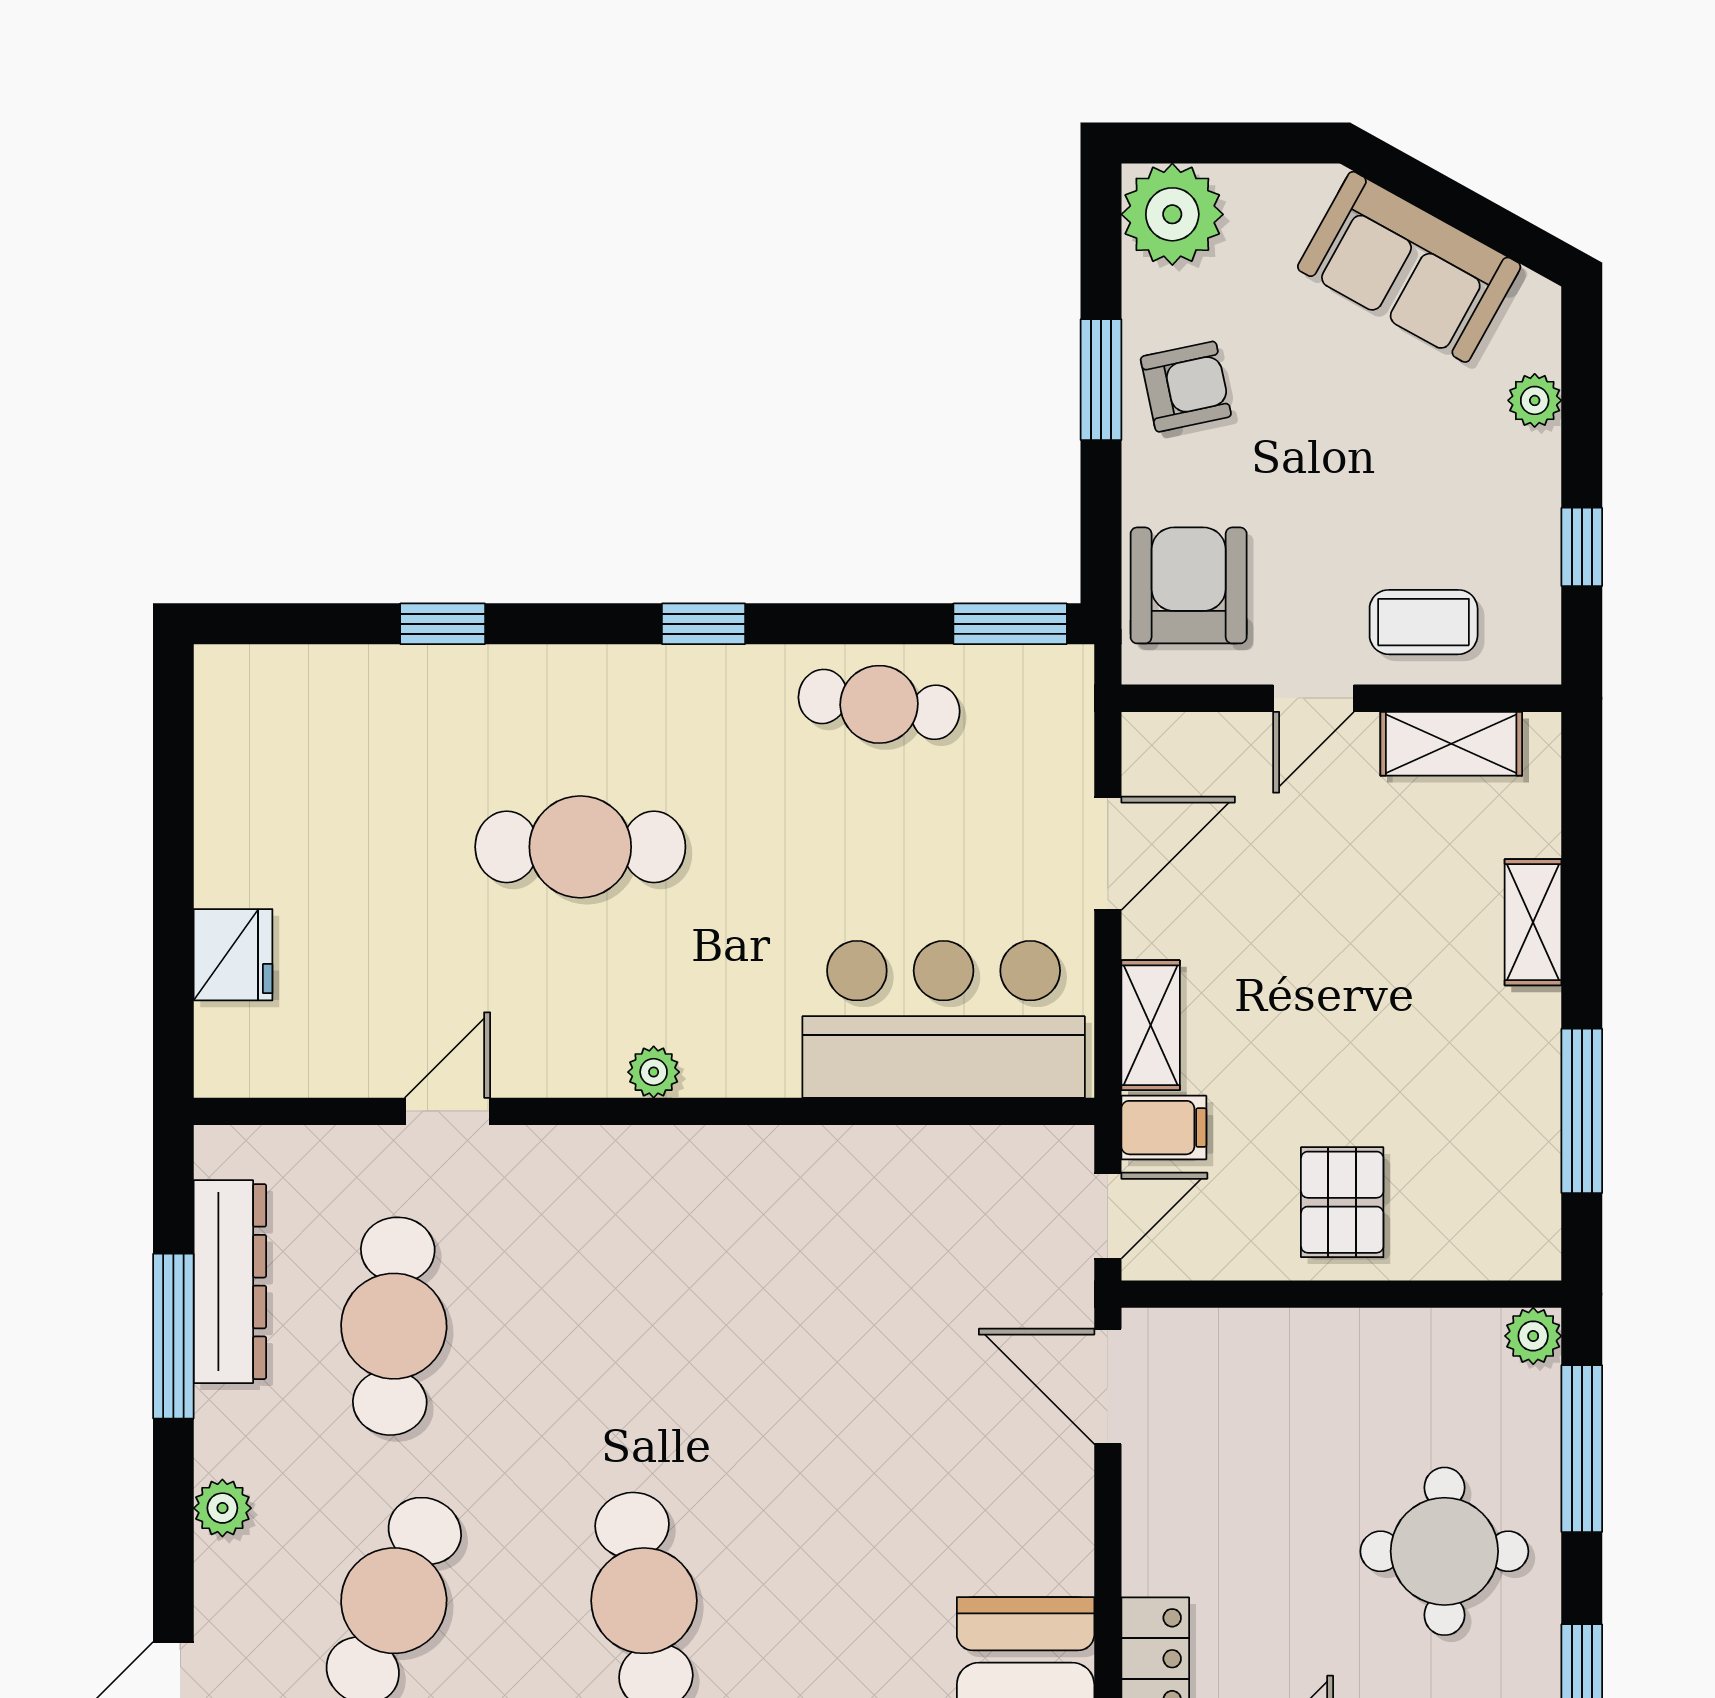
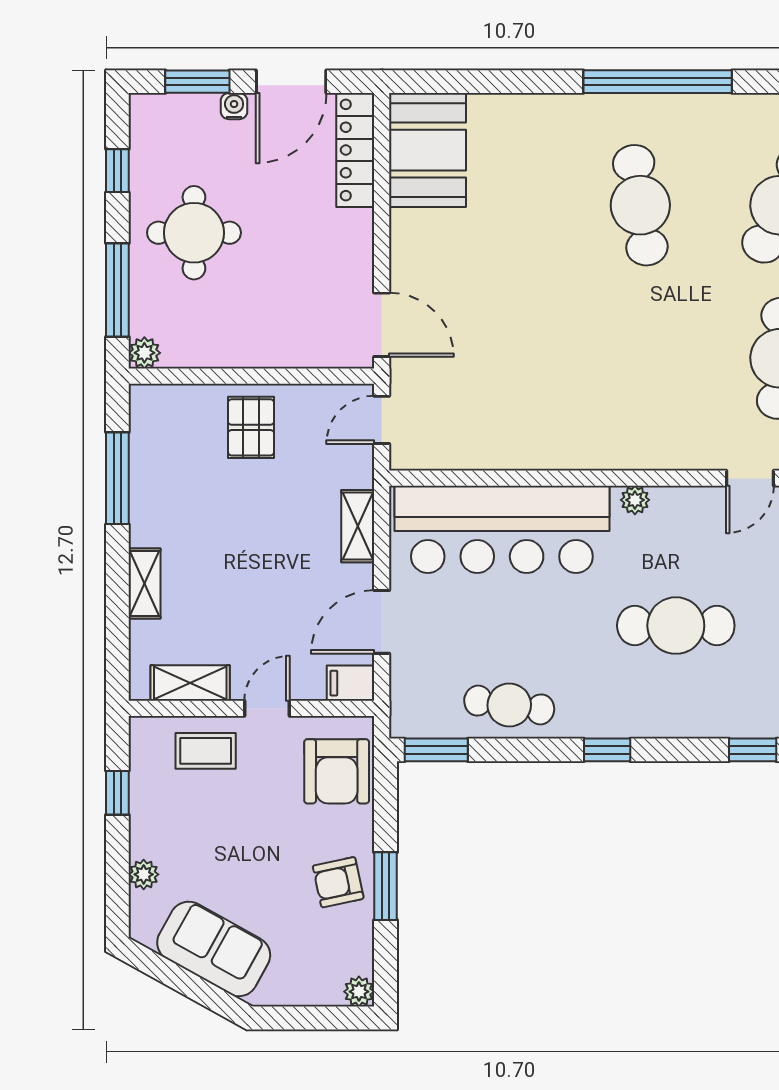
plant: (1172, 214) -> (359, 992), width x0.53, depth x0.53
bar counter: (944, 1019) -> (502, 529), width x1.36
filing cabinet: (1164, 1128) -> (350, 683), moved

